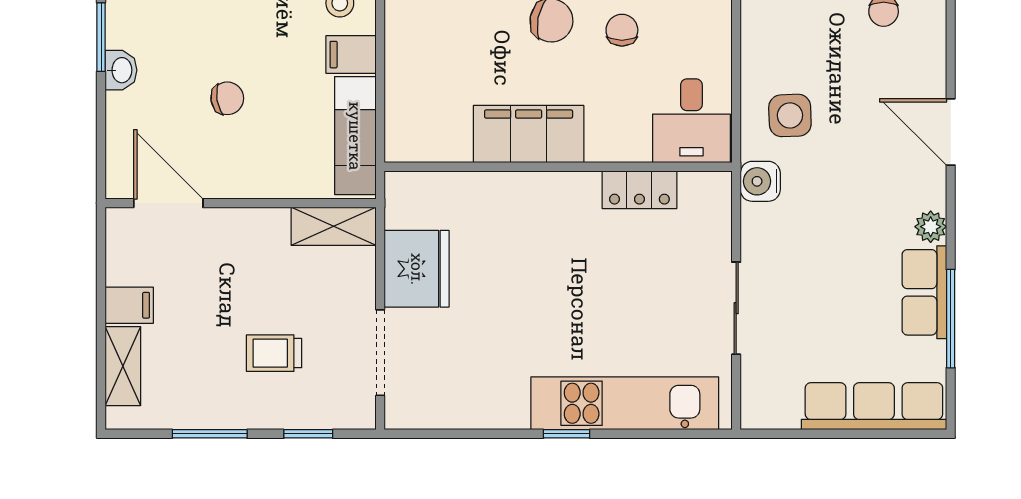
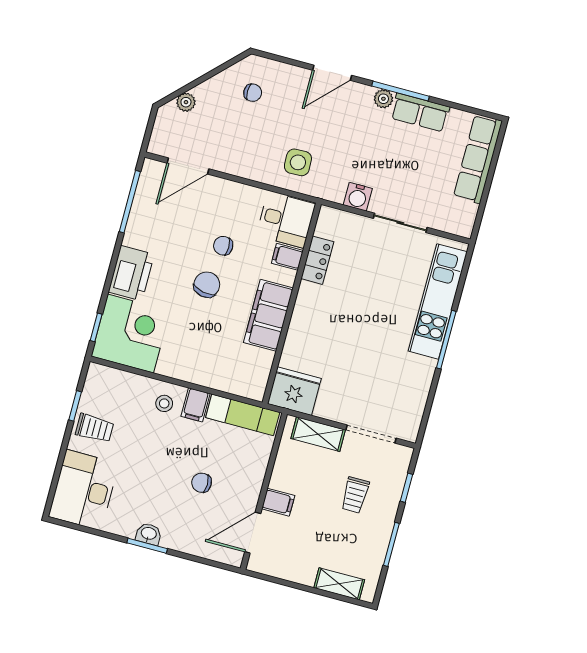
washbasin: (121, 70) -> (149, 534), moved
chair: (227, 98) -> (202, 483), turned -81
filing cabinet: (632, 139) -> (287, 257), added
water cooler: (760, 181) -> (358, 197), moved
shelving: (334, 226) -> (318, 434), moved, turned 90
fridge: (417, 269) -> (294, 391), moved
filing cabinet: (129, 305) -> (278, 502), moved, turned 90
window: (951, 319) -> (400, 91), moved
window: (567, 434) -> (446, 340), width x2.17

